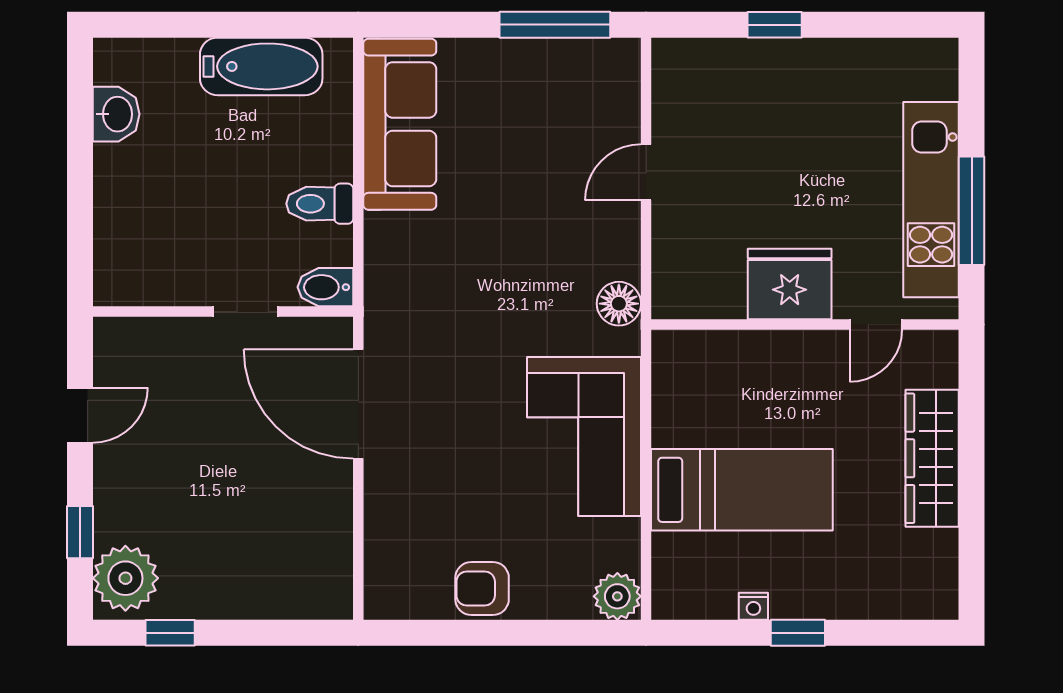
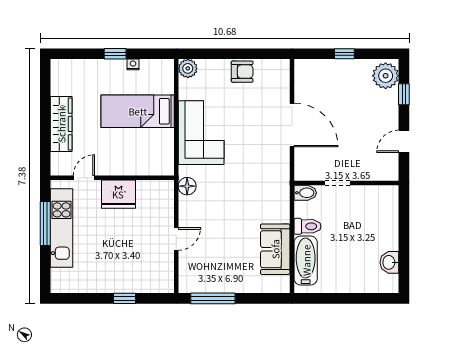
bathtub: (261, 66) -> (306, 260), moved, turned 90
sofa: (400, 124) -> (275, 249), width x0.73
door: (358, 404) -> (292, 125), moved
window: (170, 633) -> (344, 54), moved

